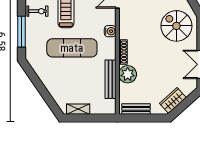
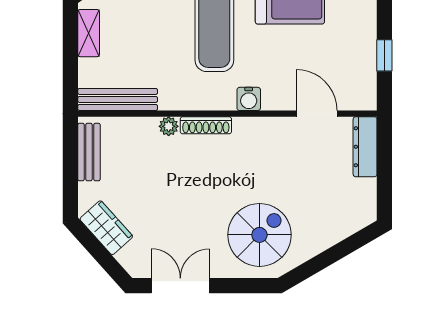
plant: (128, 74) -> (169, 126), width x0.53, depth x0.53
bench: (110, 79) -> (118, 99), moved

